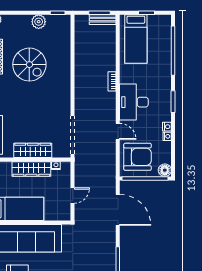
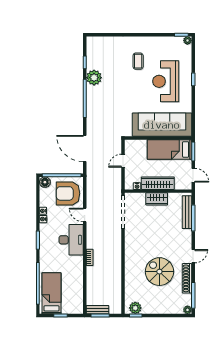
plant: (39, 22) -> (135, 308), moved
bed: (136, 39) -> (51, 293), moved
wardrobe: (33, 150) -> (157, 199), width x0.67

